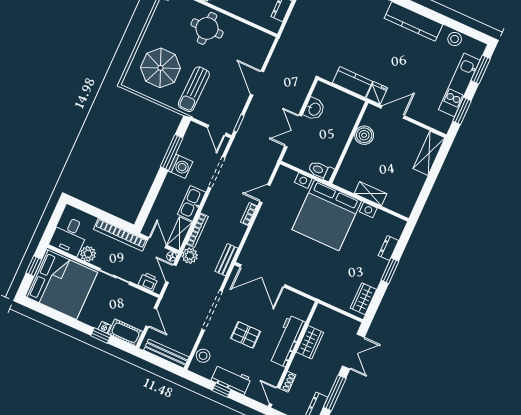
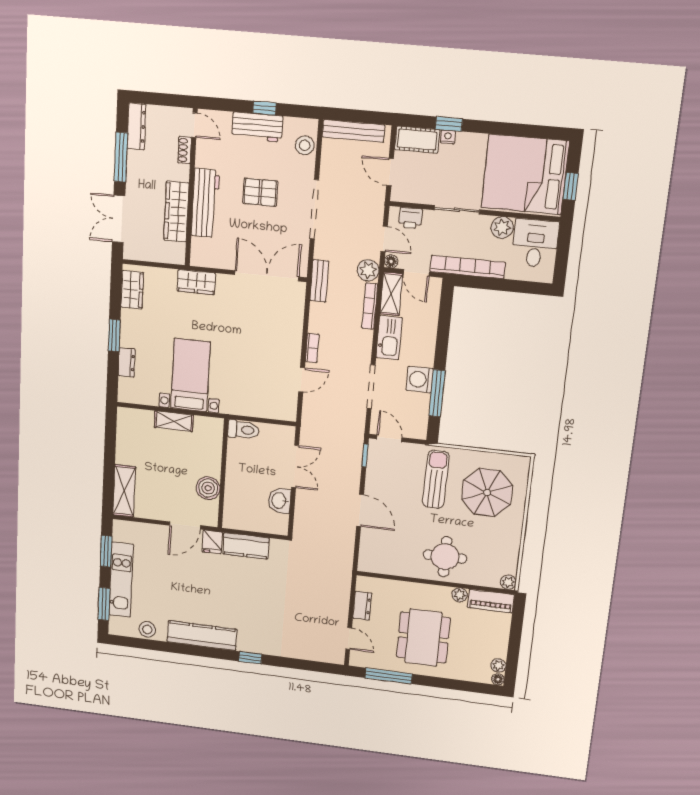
bed with nightstands: (327, 215) -> (190, 375), width x0.54
wardrobe: (315, 288) -> (196, 282), added
wardrobe: (310, 342) -> (176, 212), width x1.50

